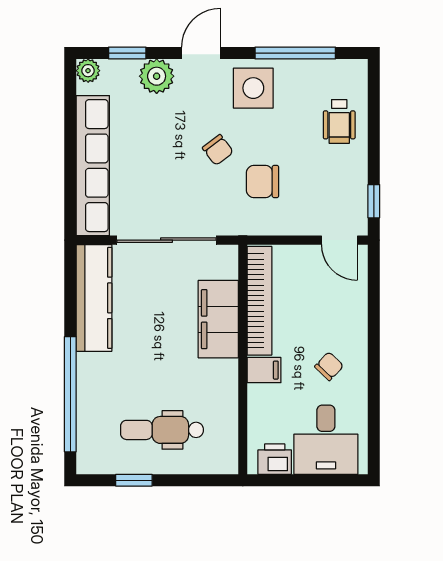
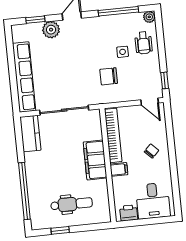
plant: (88, 71) -> (149, 17), moved
side table: (253, 88) -> (123, 52), moved, width x0.54, depth x0.54
chair: (218, 150) -> (85, 63), removed
kitchen counter: (94, 298) -> (30, 134), width x0.67
filing cabinet: (218, 319) -> (95, 160), moved
chair: (329, 366) -> (151, 151), moved
dental chair: (162, 430) -> (72, 204), turned 180

